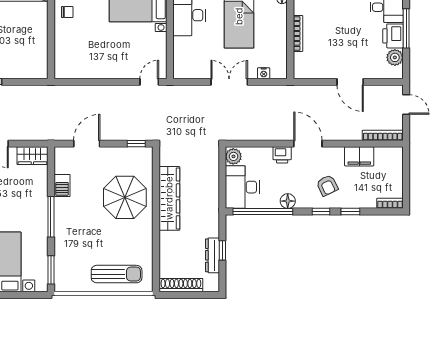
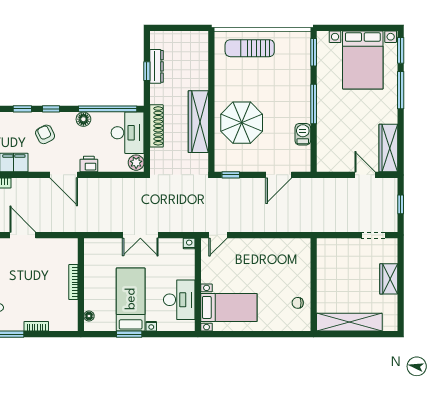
nightstand: (264, 73) -> (189, 243), moved
wardrobe: (32, 156) -> (332, 163), removed
shoe rack: (181, 285) -> (156, 126), moved, turned -90

